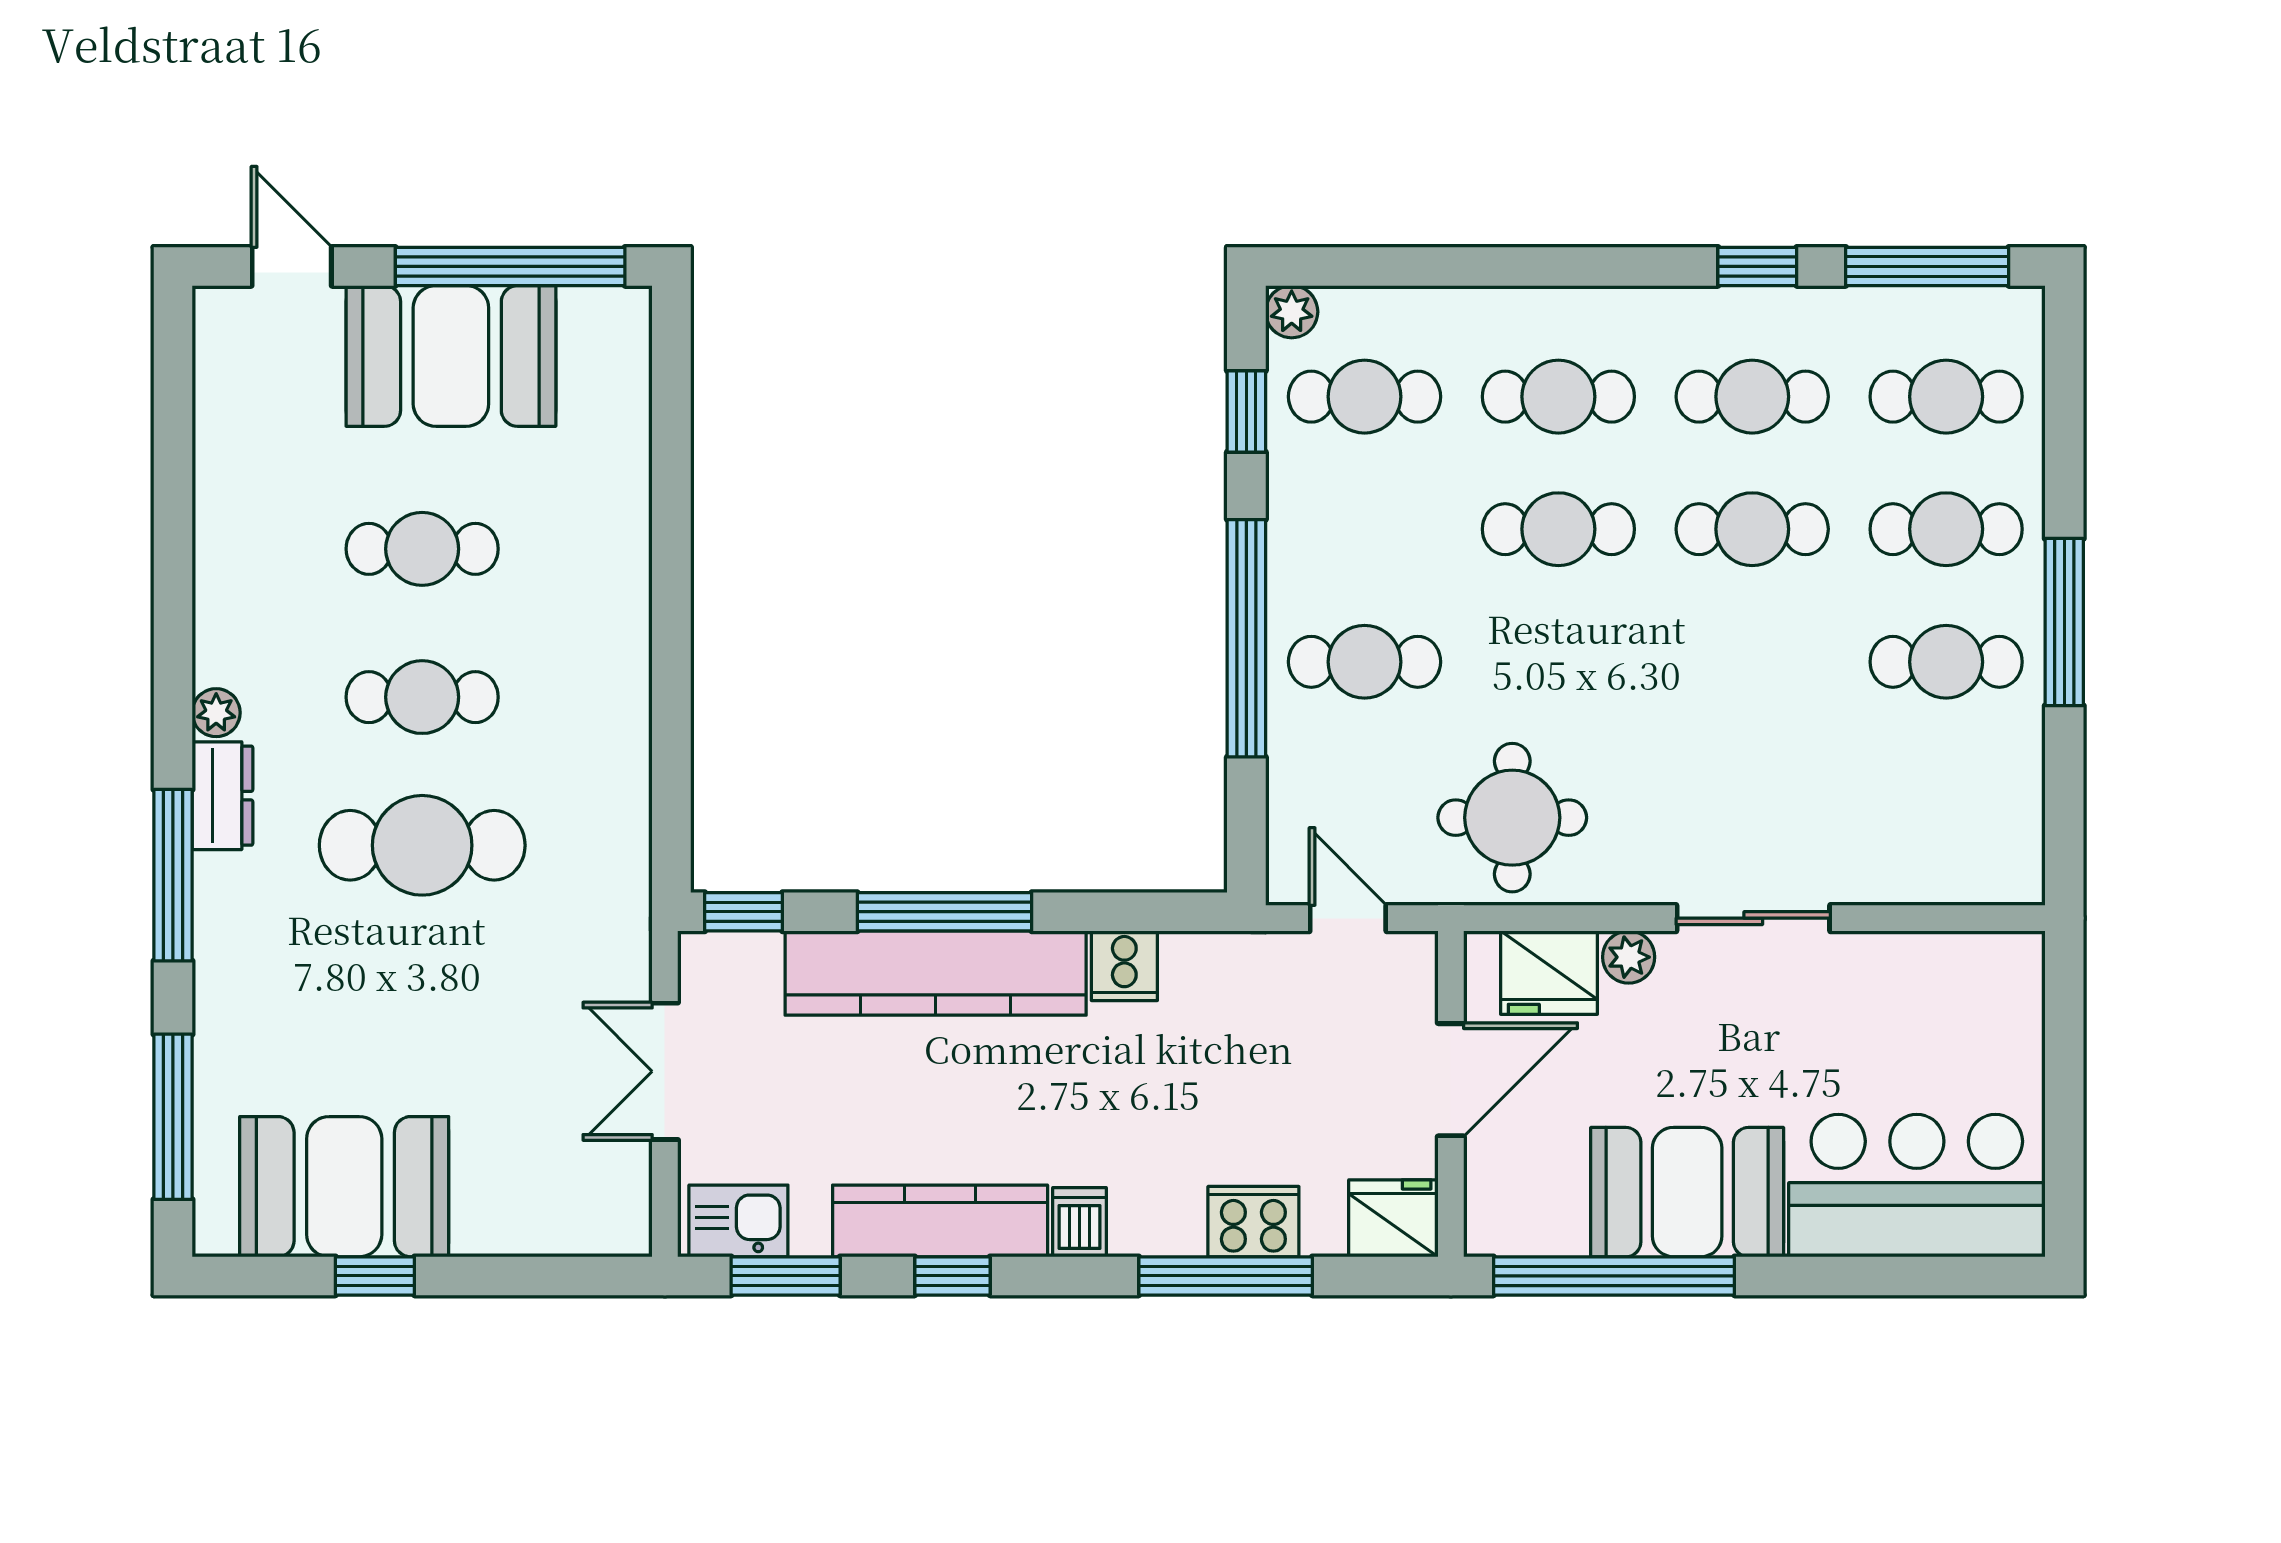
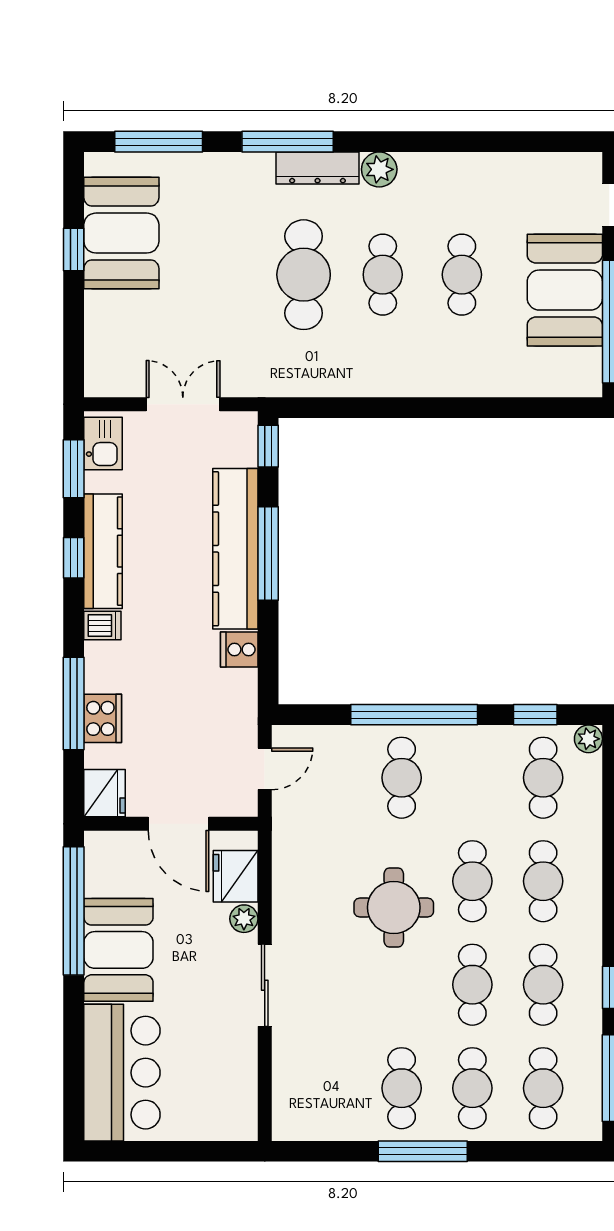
plant: (216, 713) -> (379, 169), width x1.38, depth x1.38
dresser: (222, 796) -> (318, 168), width x1.44
round table: (1512, 818) -> (394, 907), moved

